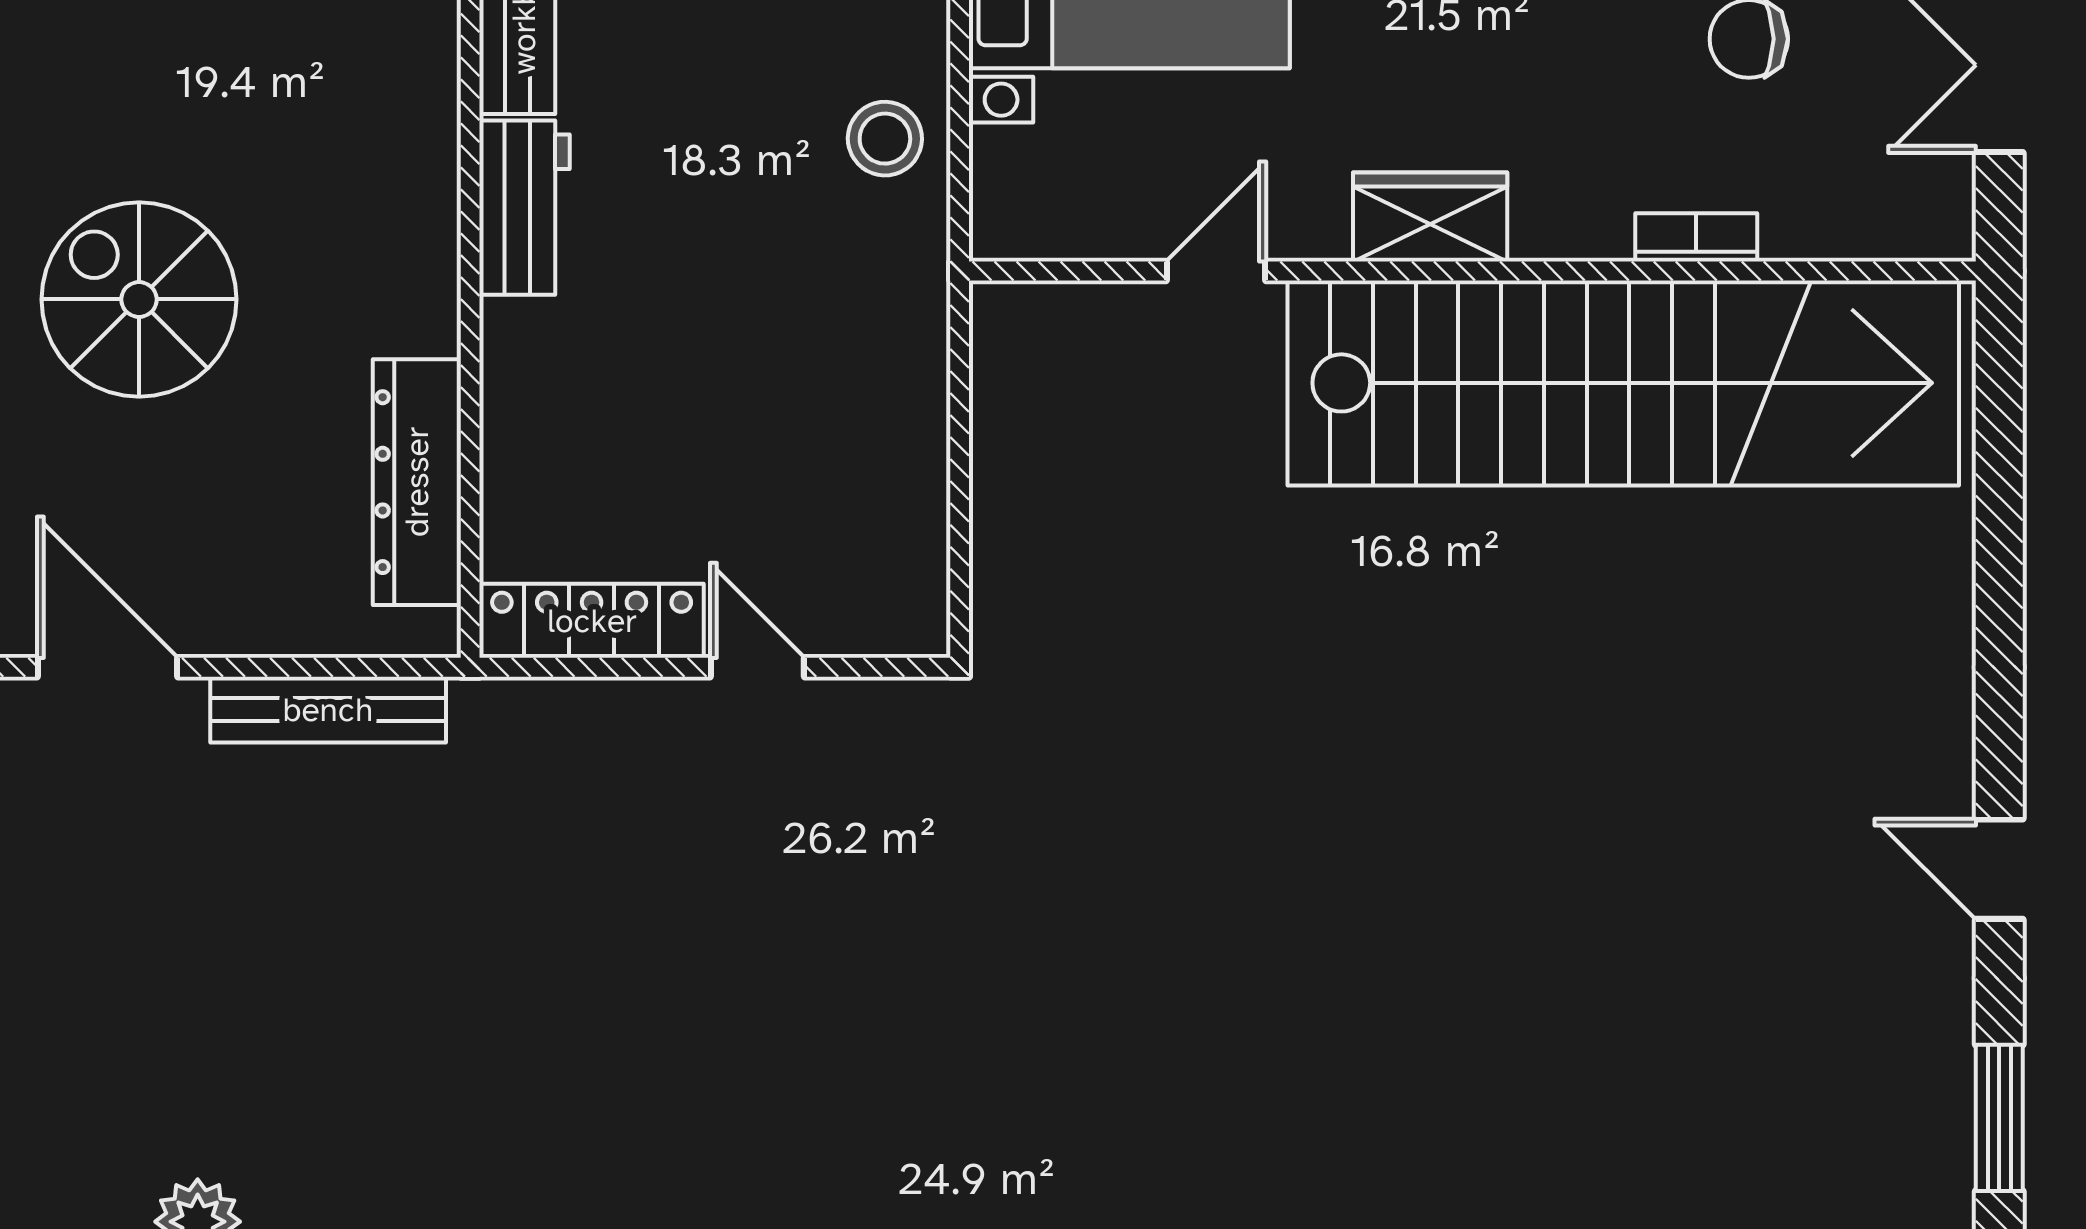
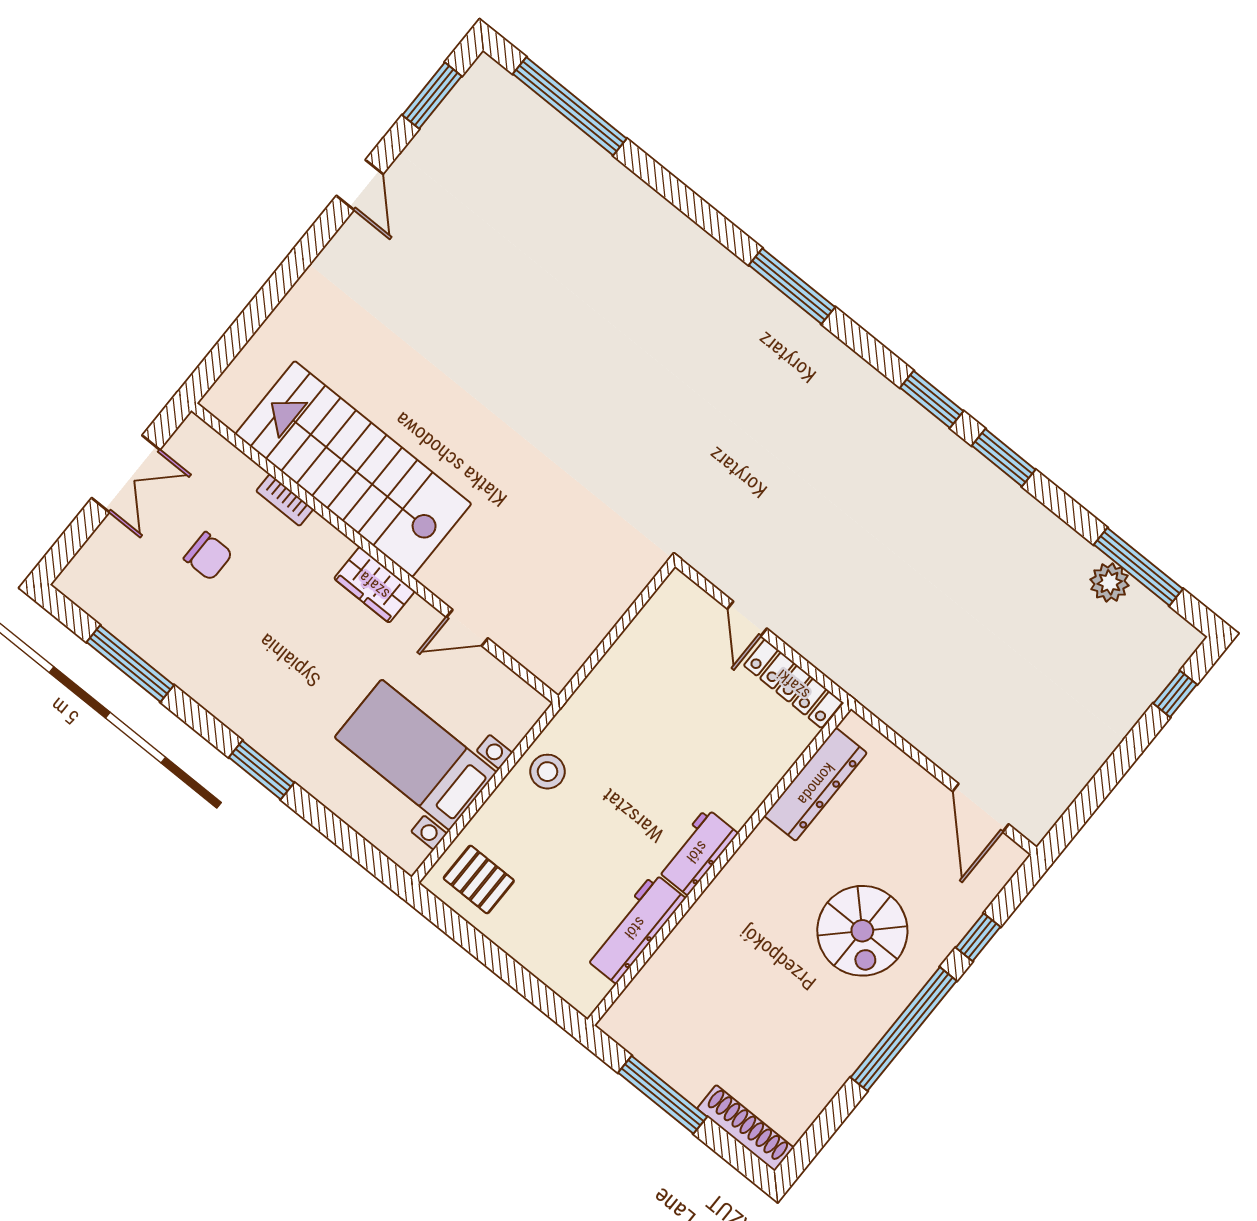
stairs: (1623, 383) -> (353, 469), width x0.73
bench: (328, 710) -> (914, 728), removed

